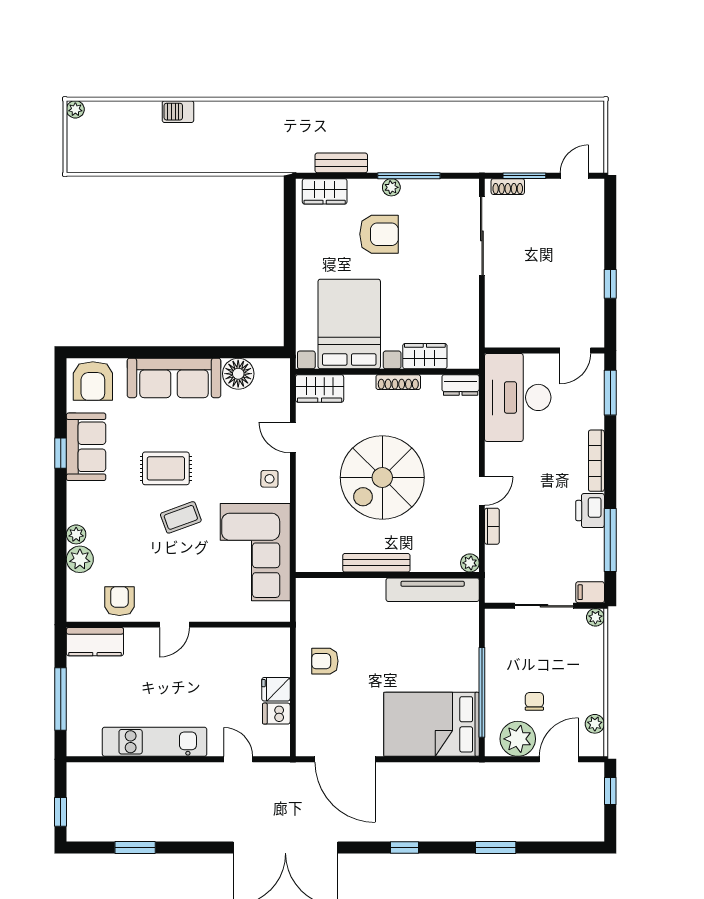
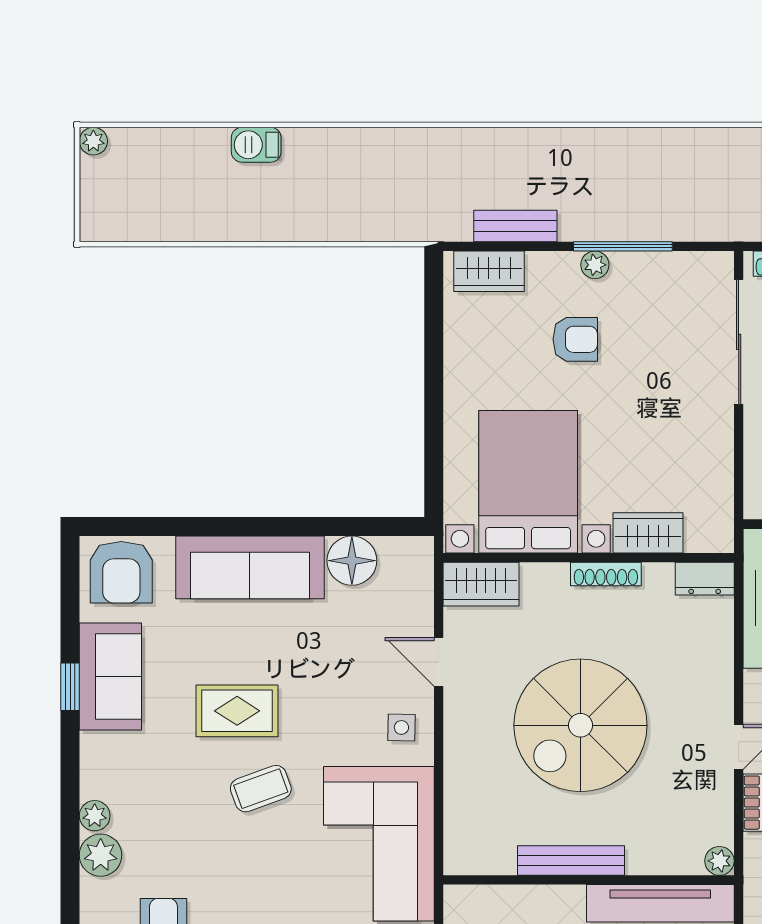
armchair: (379, 234) -> (575, 339), width x0.72, depth x0.72

